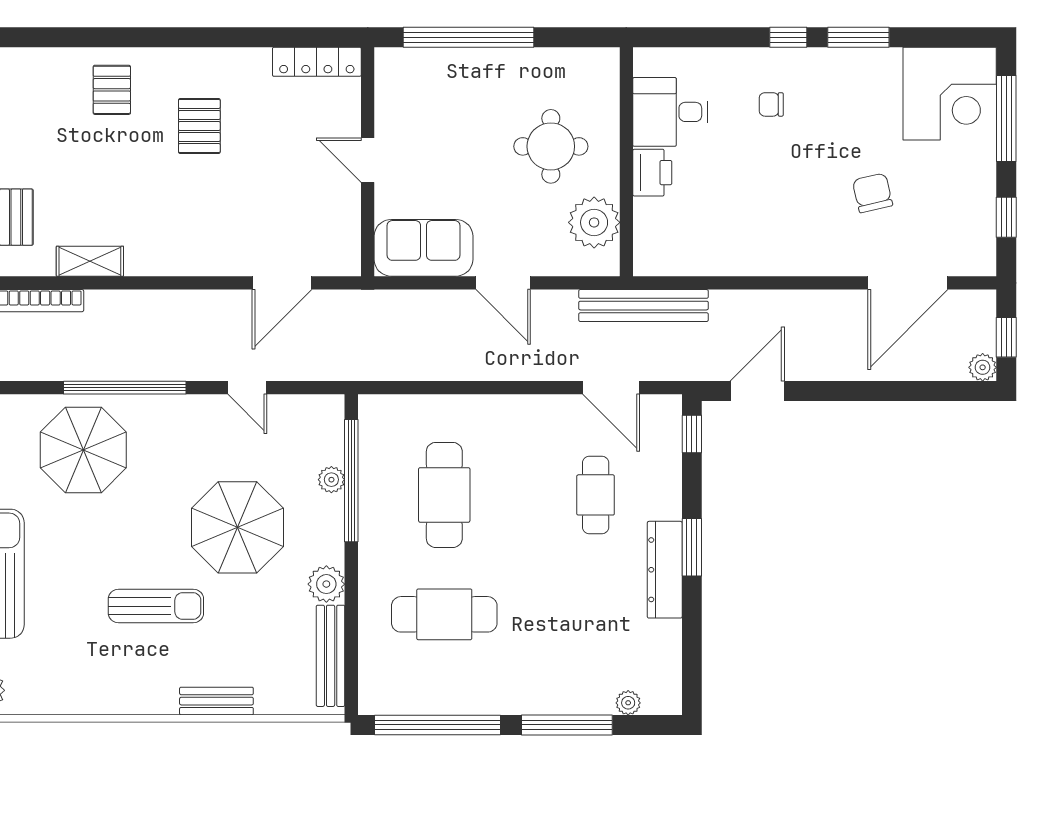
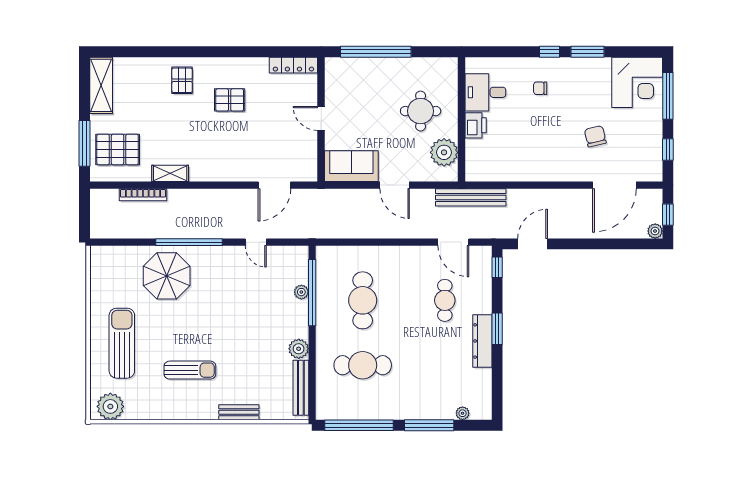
pallet: (199, 126) -> (230, 100), turned 90
parasol: (237, 527) -> (250, 318), removed
sun lounger: (156, 606) -> (190, 370), moved

